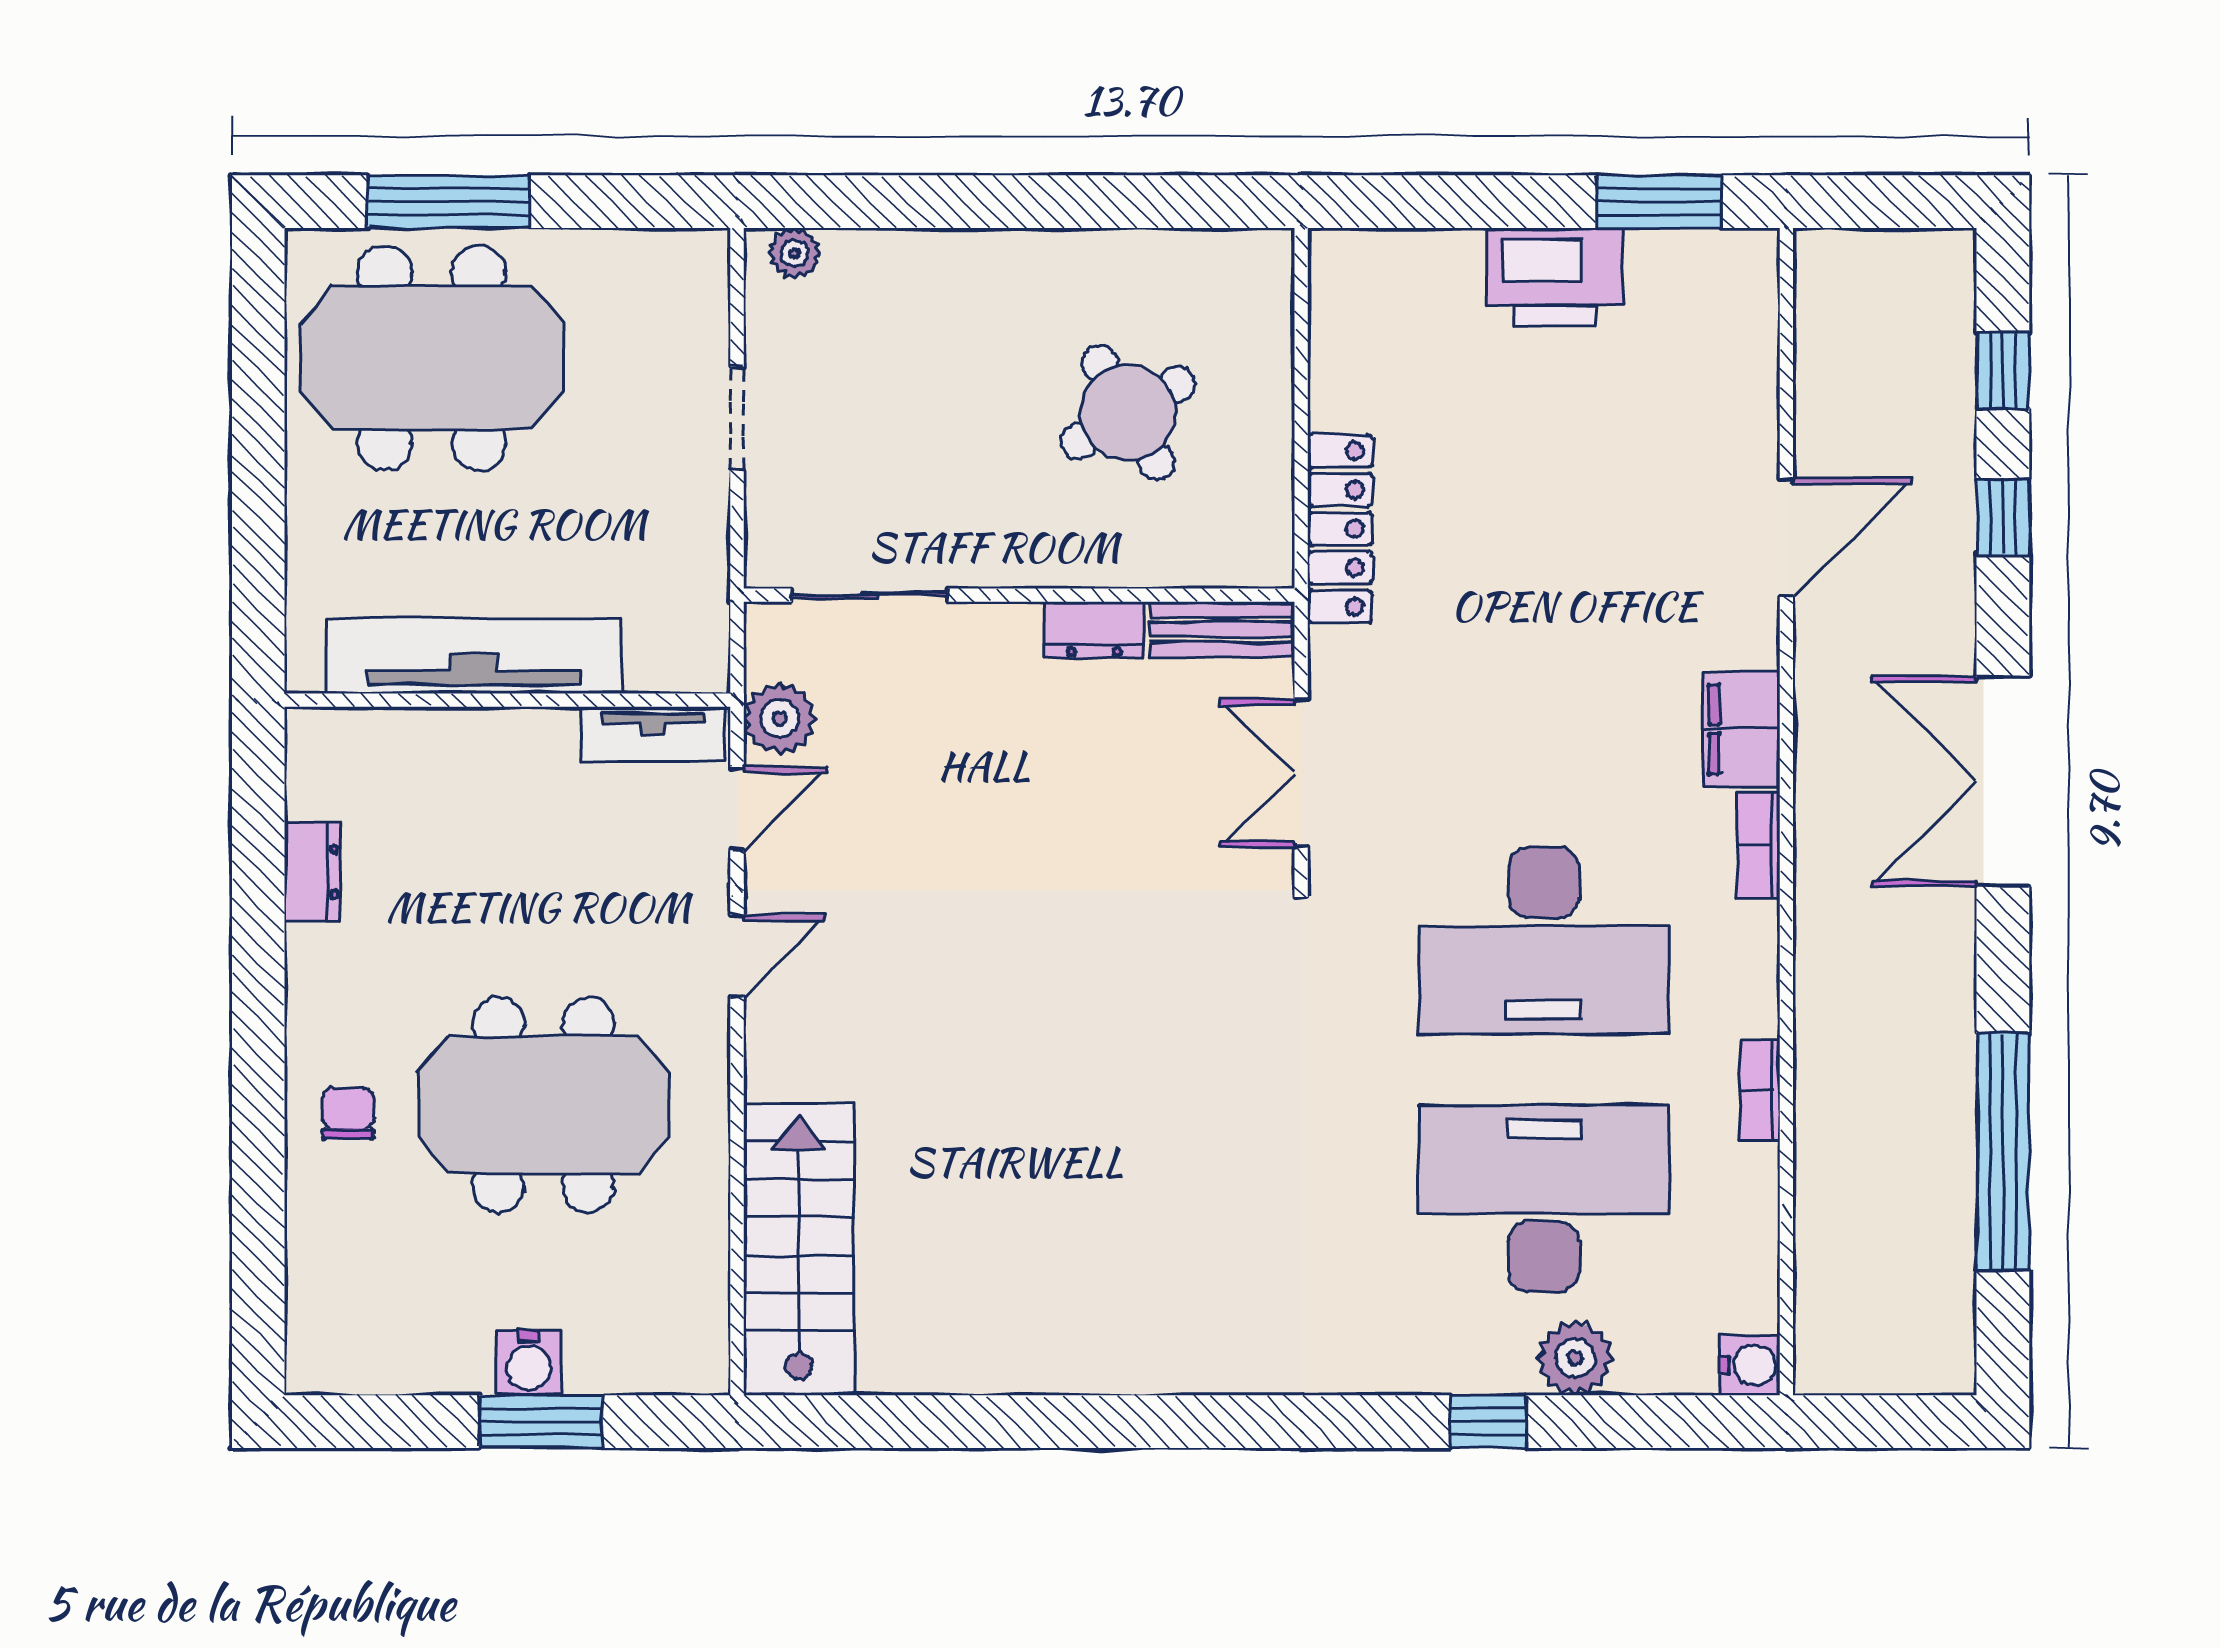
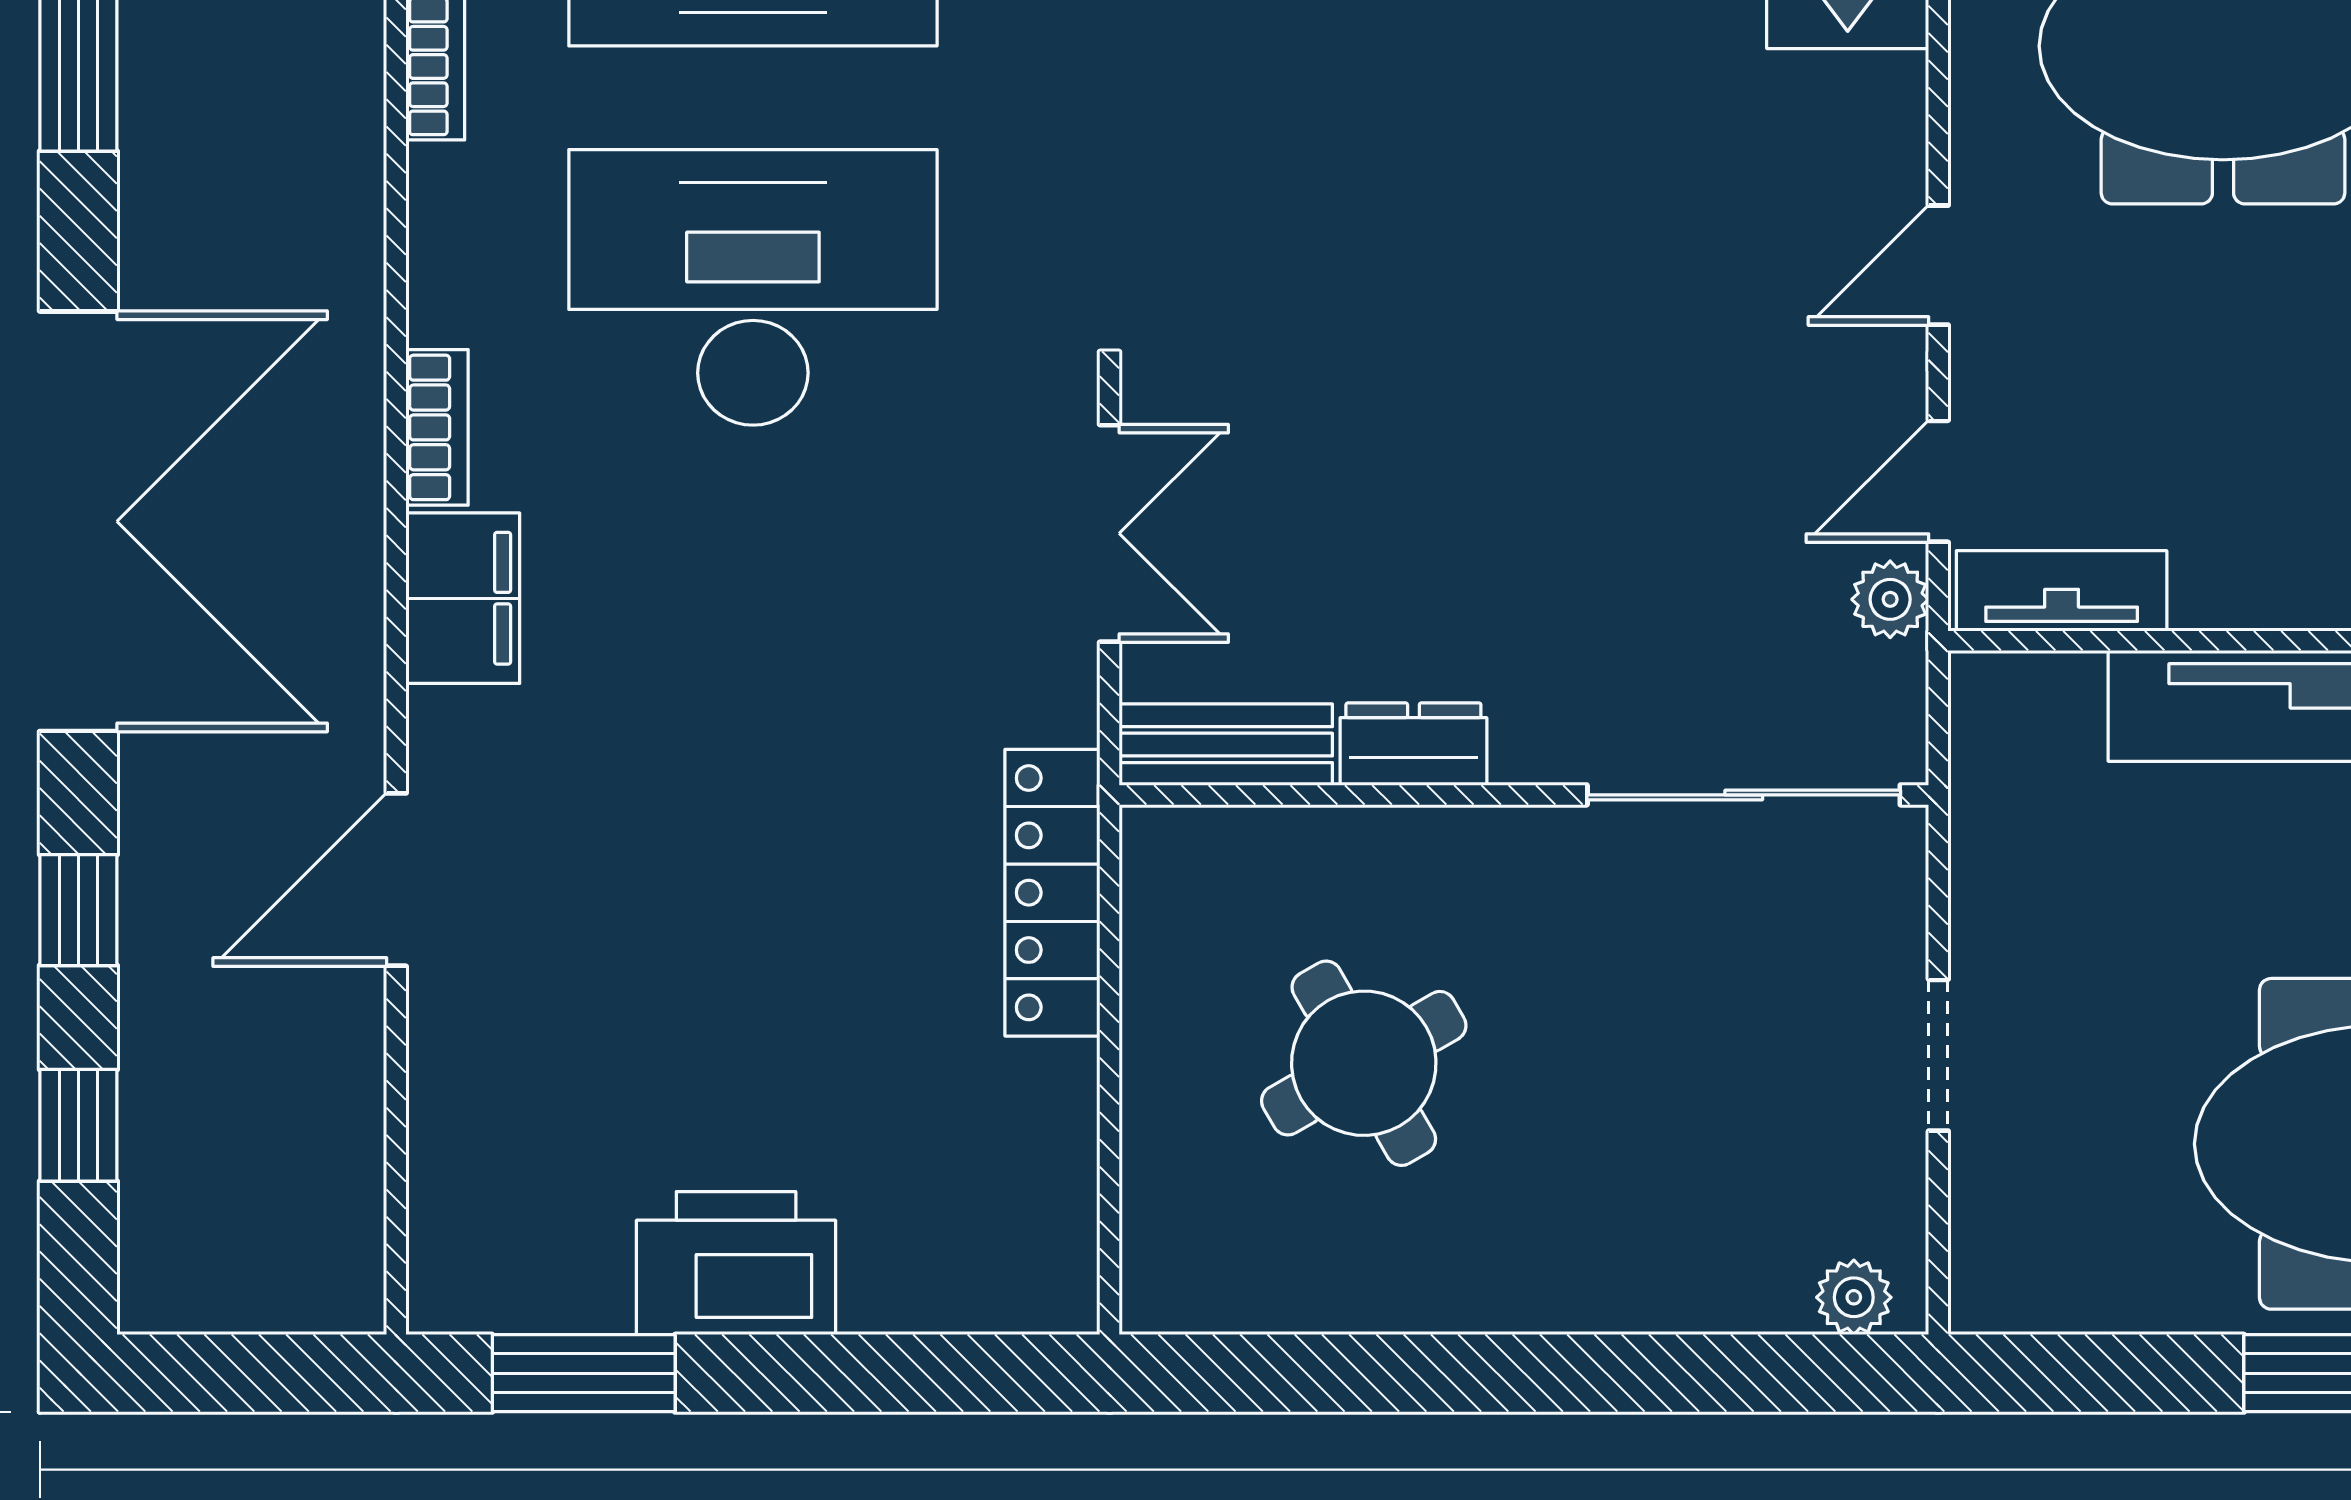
sliding door: (869, 595) -> (1744, 795), width x1.37
plant: (780, 718) -> (1890, 599), width x0.73, depth x0.73
double door: (2003, 781) -> (78, 521), width x1.36

